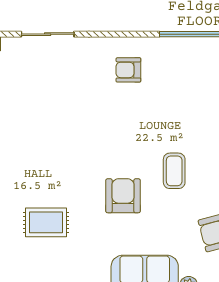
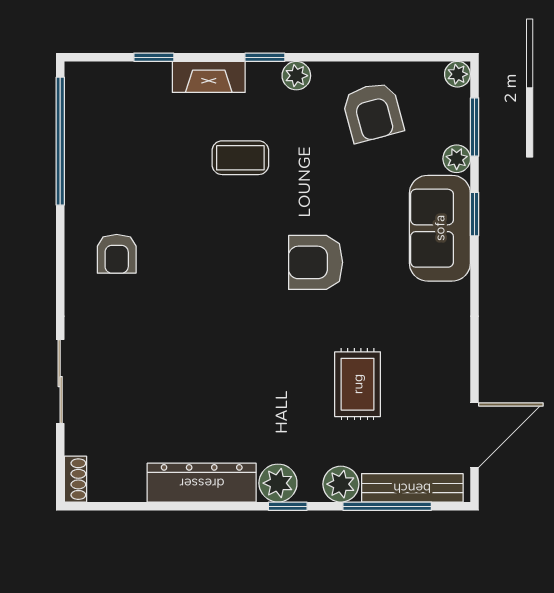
coffee table: (174, 171) -> (240, 158), moved

